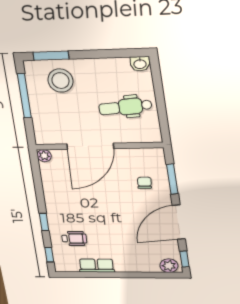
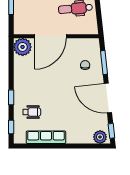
plant: (44, 156) -> (23, 47), width x1.87, depth x1.87
door: (179, 222) -> (108, 98), hinge flipped
row of seats: (97, 266) -> (46, 137), width x1.48

